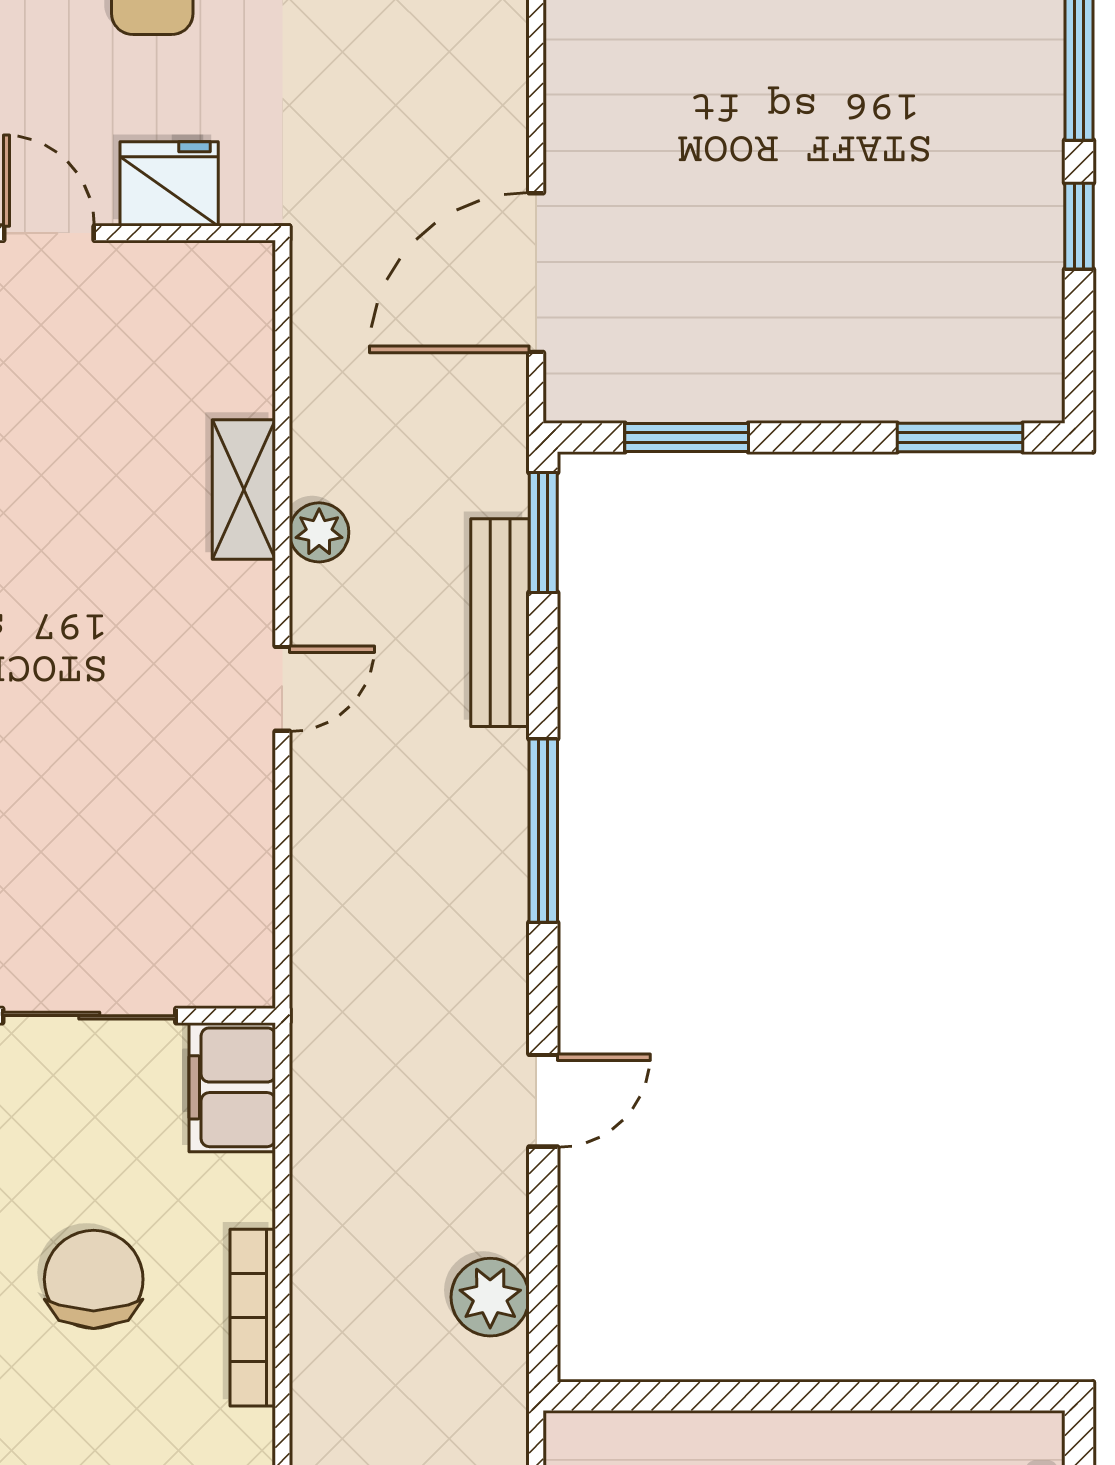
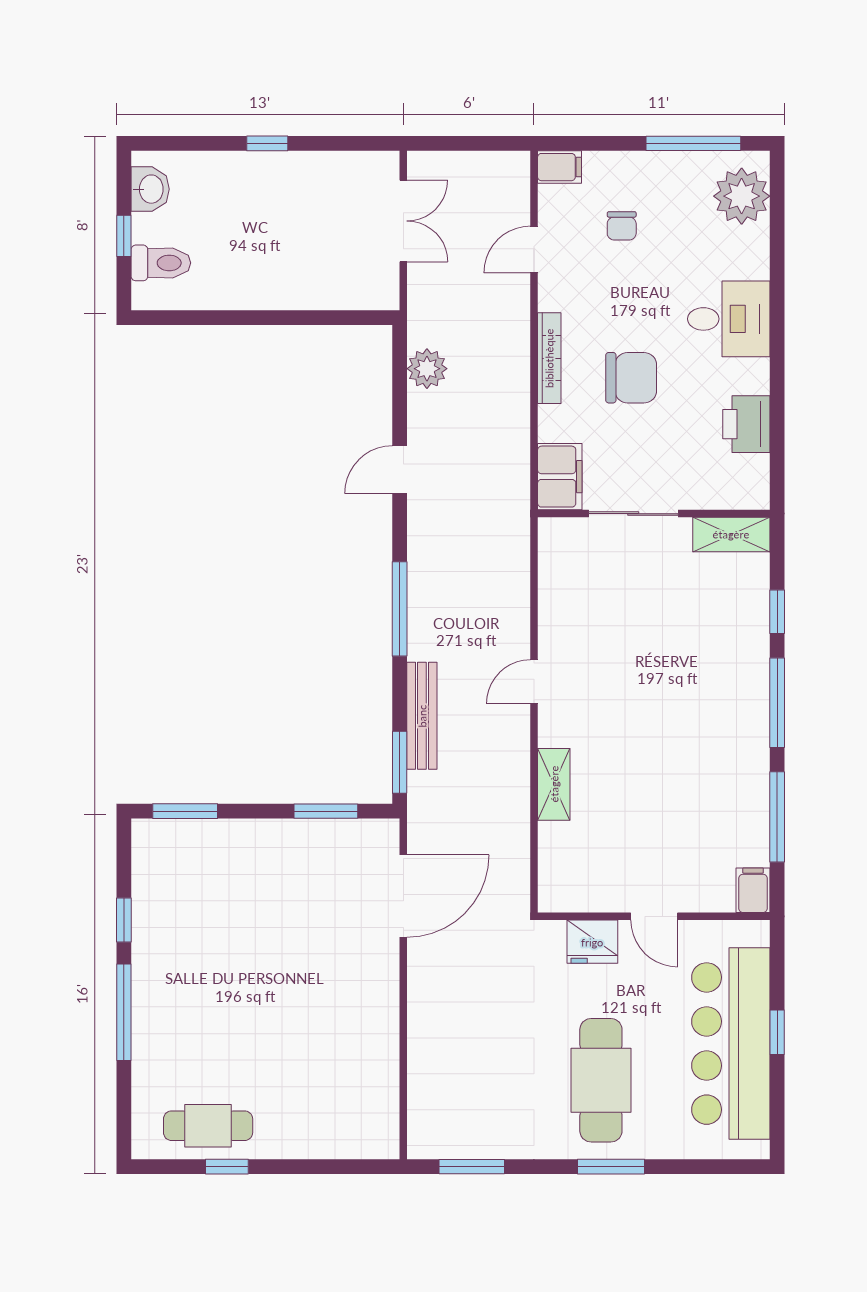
plant: (319, 532) -> (515, 762), removed
chair: (94, 1279) -> (631, 378), turned -90

